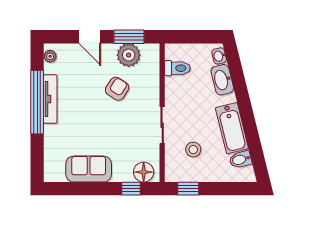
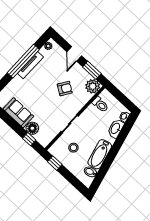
plant: (129, 55) -> (93, 86), moved
floor lamp: (144, 172) -> (32, 128), moved

